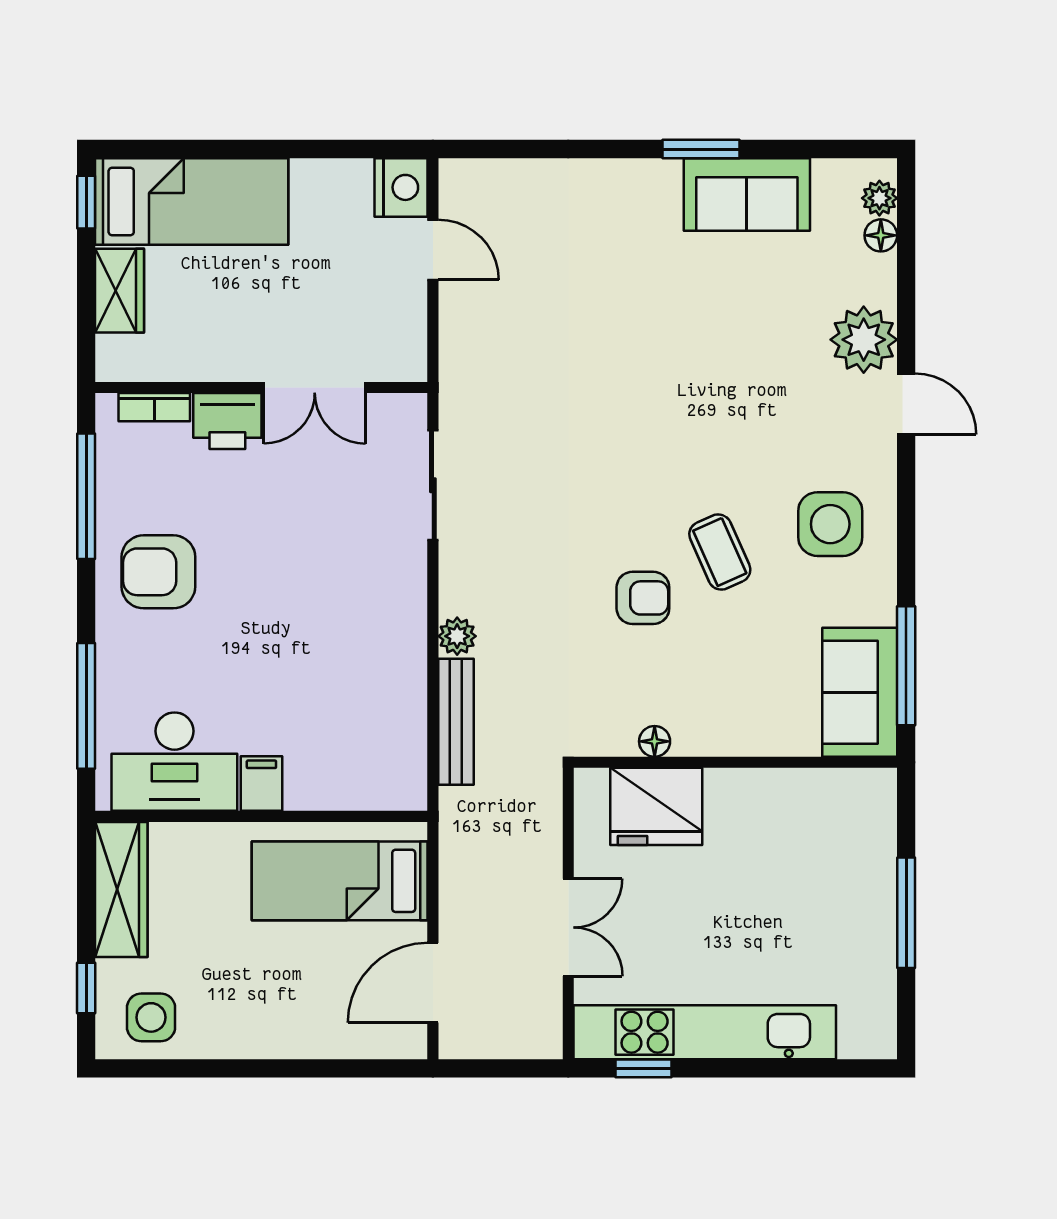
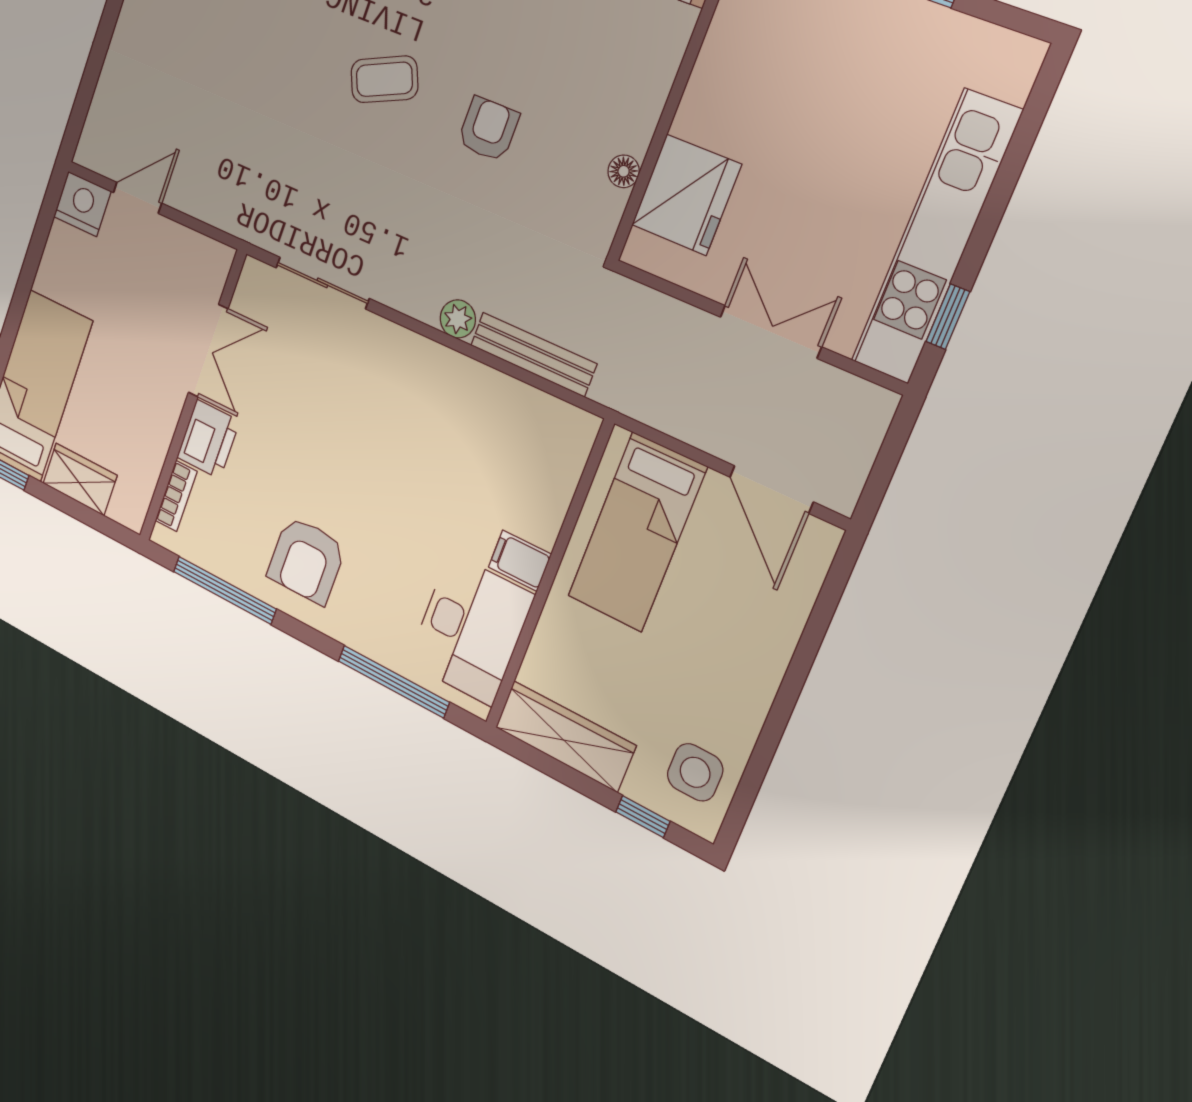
coffee table: (720, 552) -> (384, 79), moved

